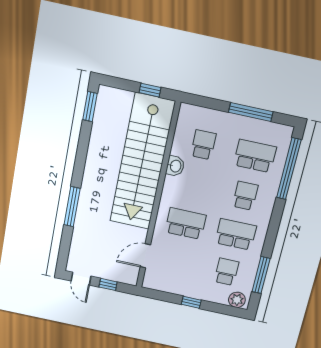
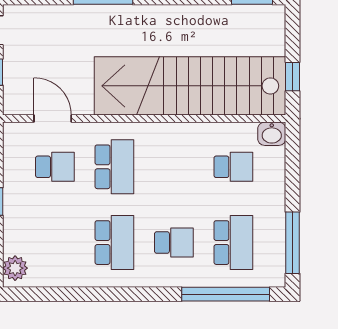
window: (251, 112) -> (292, 243), moved
washbasin: (175, 166) -> (272, 134), moved
school desk: (226, 272) -> (55, 167), moved
window: (261, 275) -> (61, 294), removed

